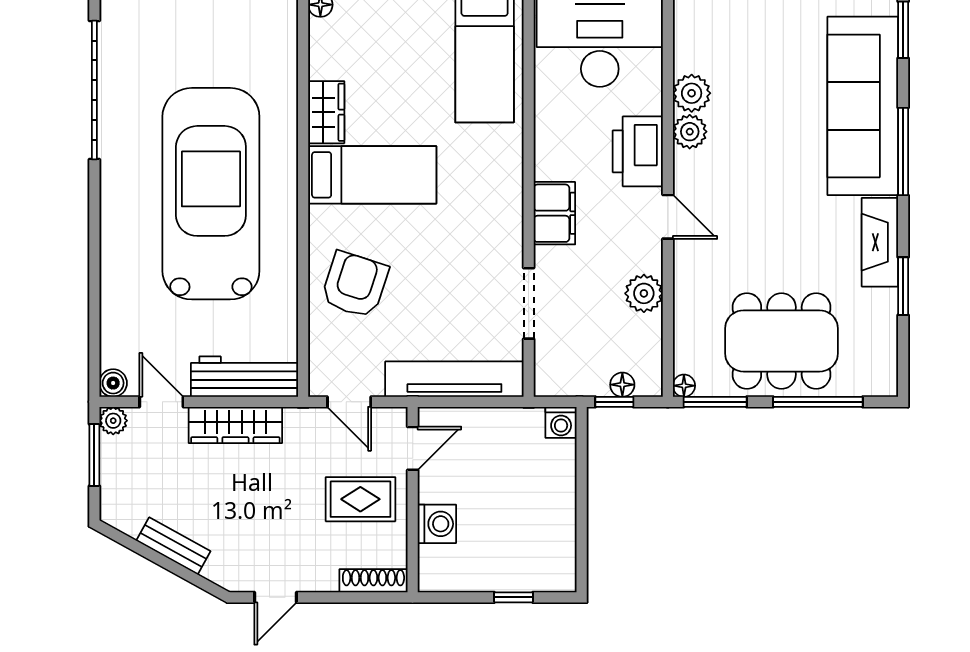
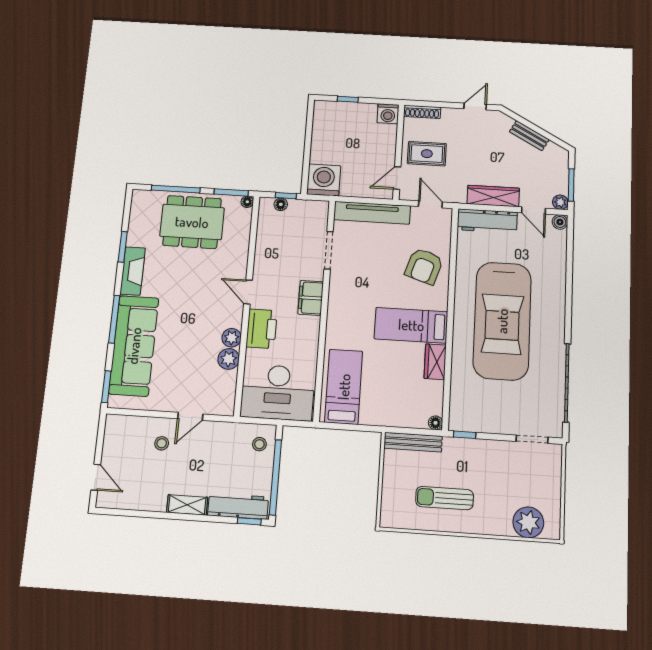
plant: (644, 293) -> (265, 252), removed
washing machine: (561, 422) -> (324, 180), width x1.89, depth x1.89
washing machine: (437, 524) -> (388, 114), moved, turned -90

